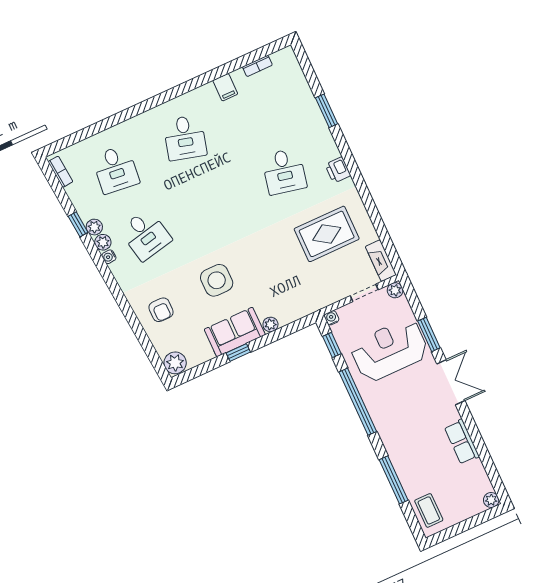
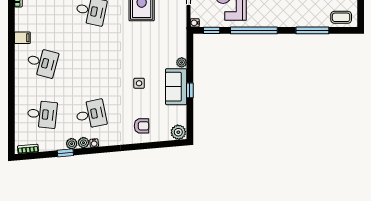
filing cabinet: (225, 87) -> (22, 38), moved
side table: (217, 280) -> (139, 83), width x0.54, depth x0.54

